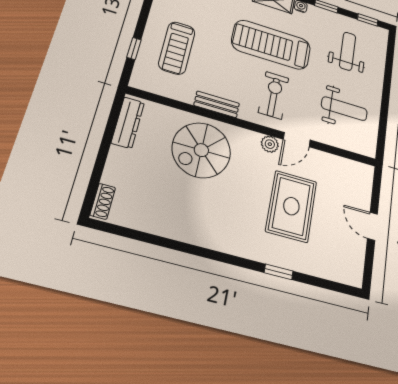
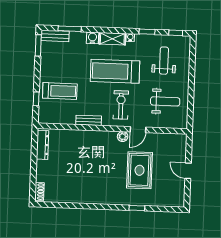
treadmill: (177, 48) -> (60, 91), turned -90
spiral stairs: (201, 150) -> (85, 150), removed

